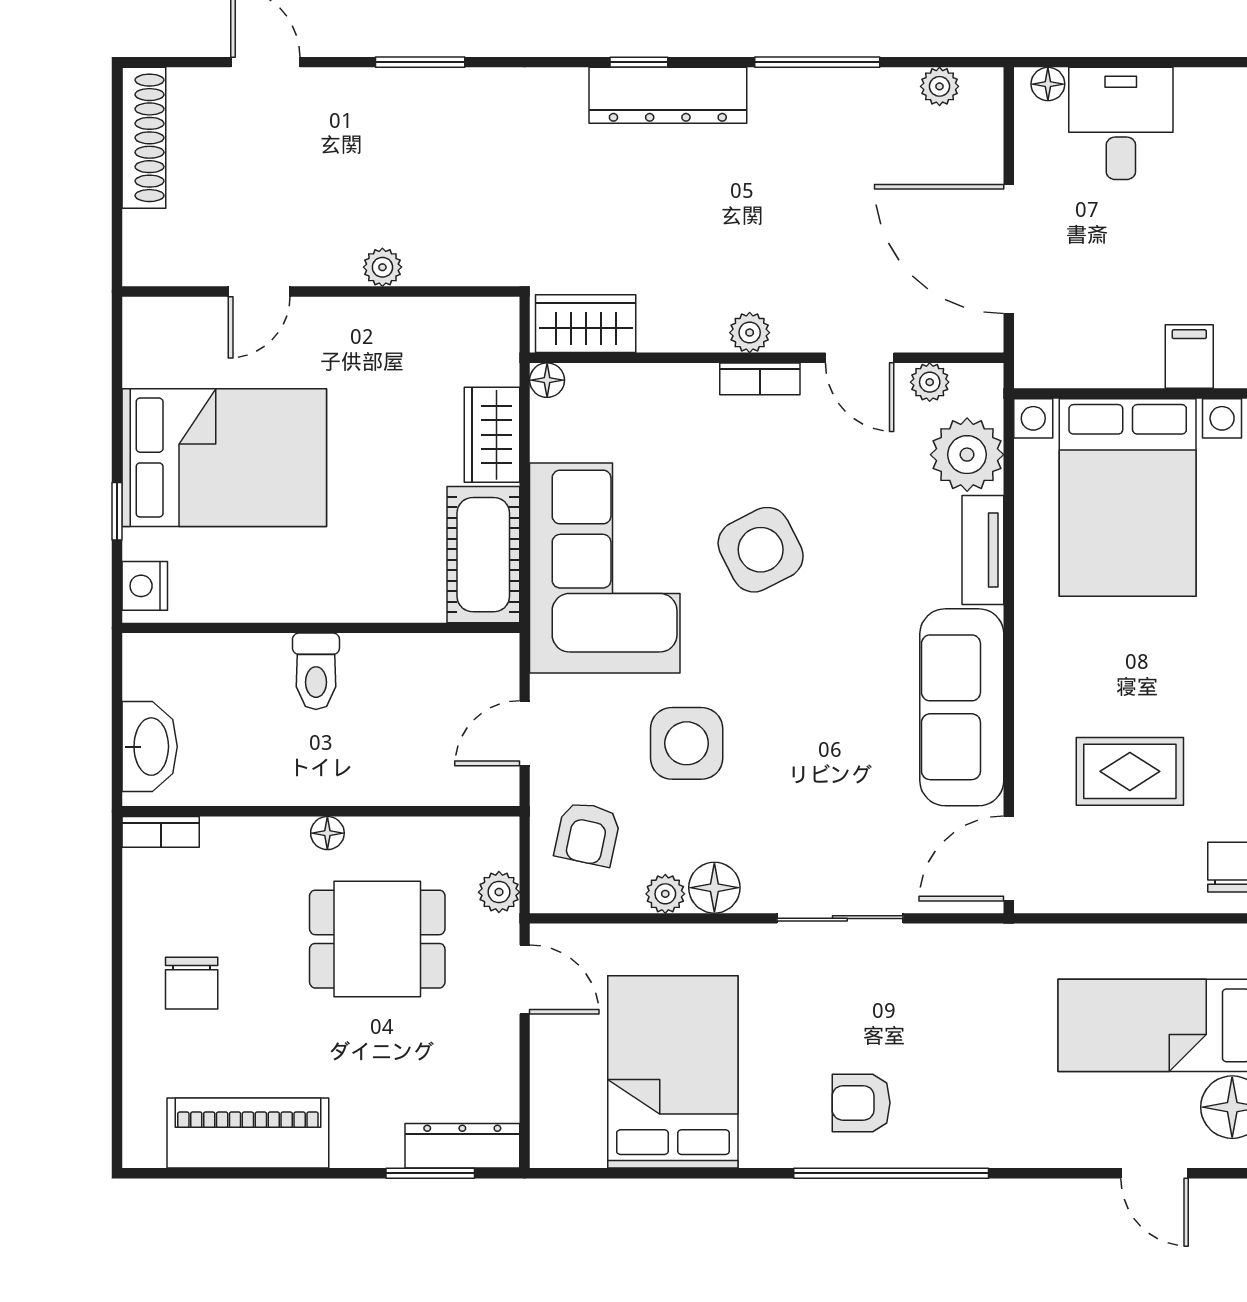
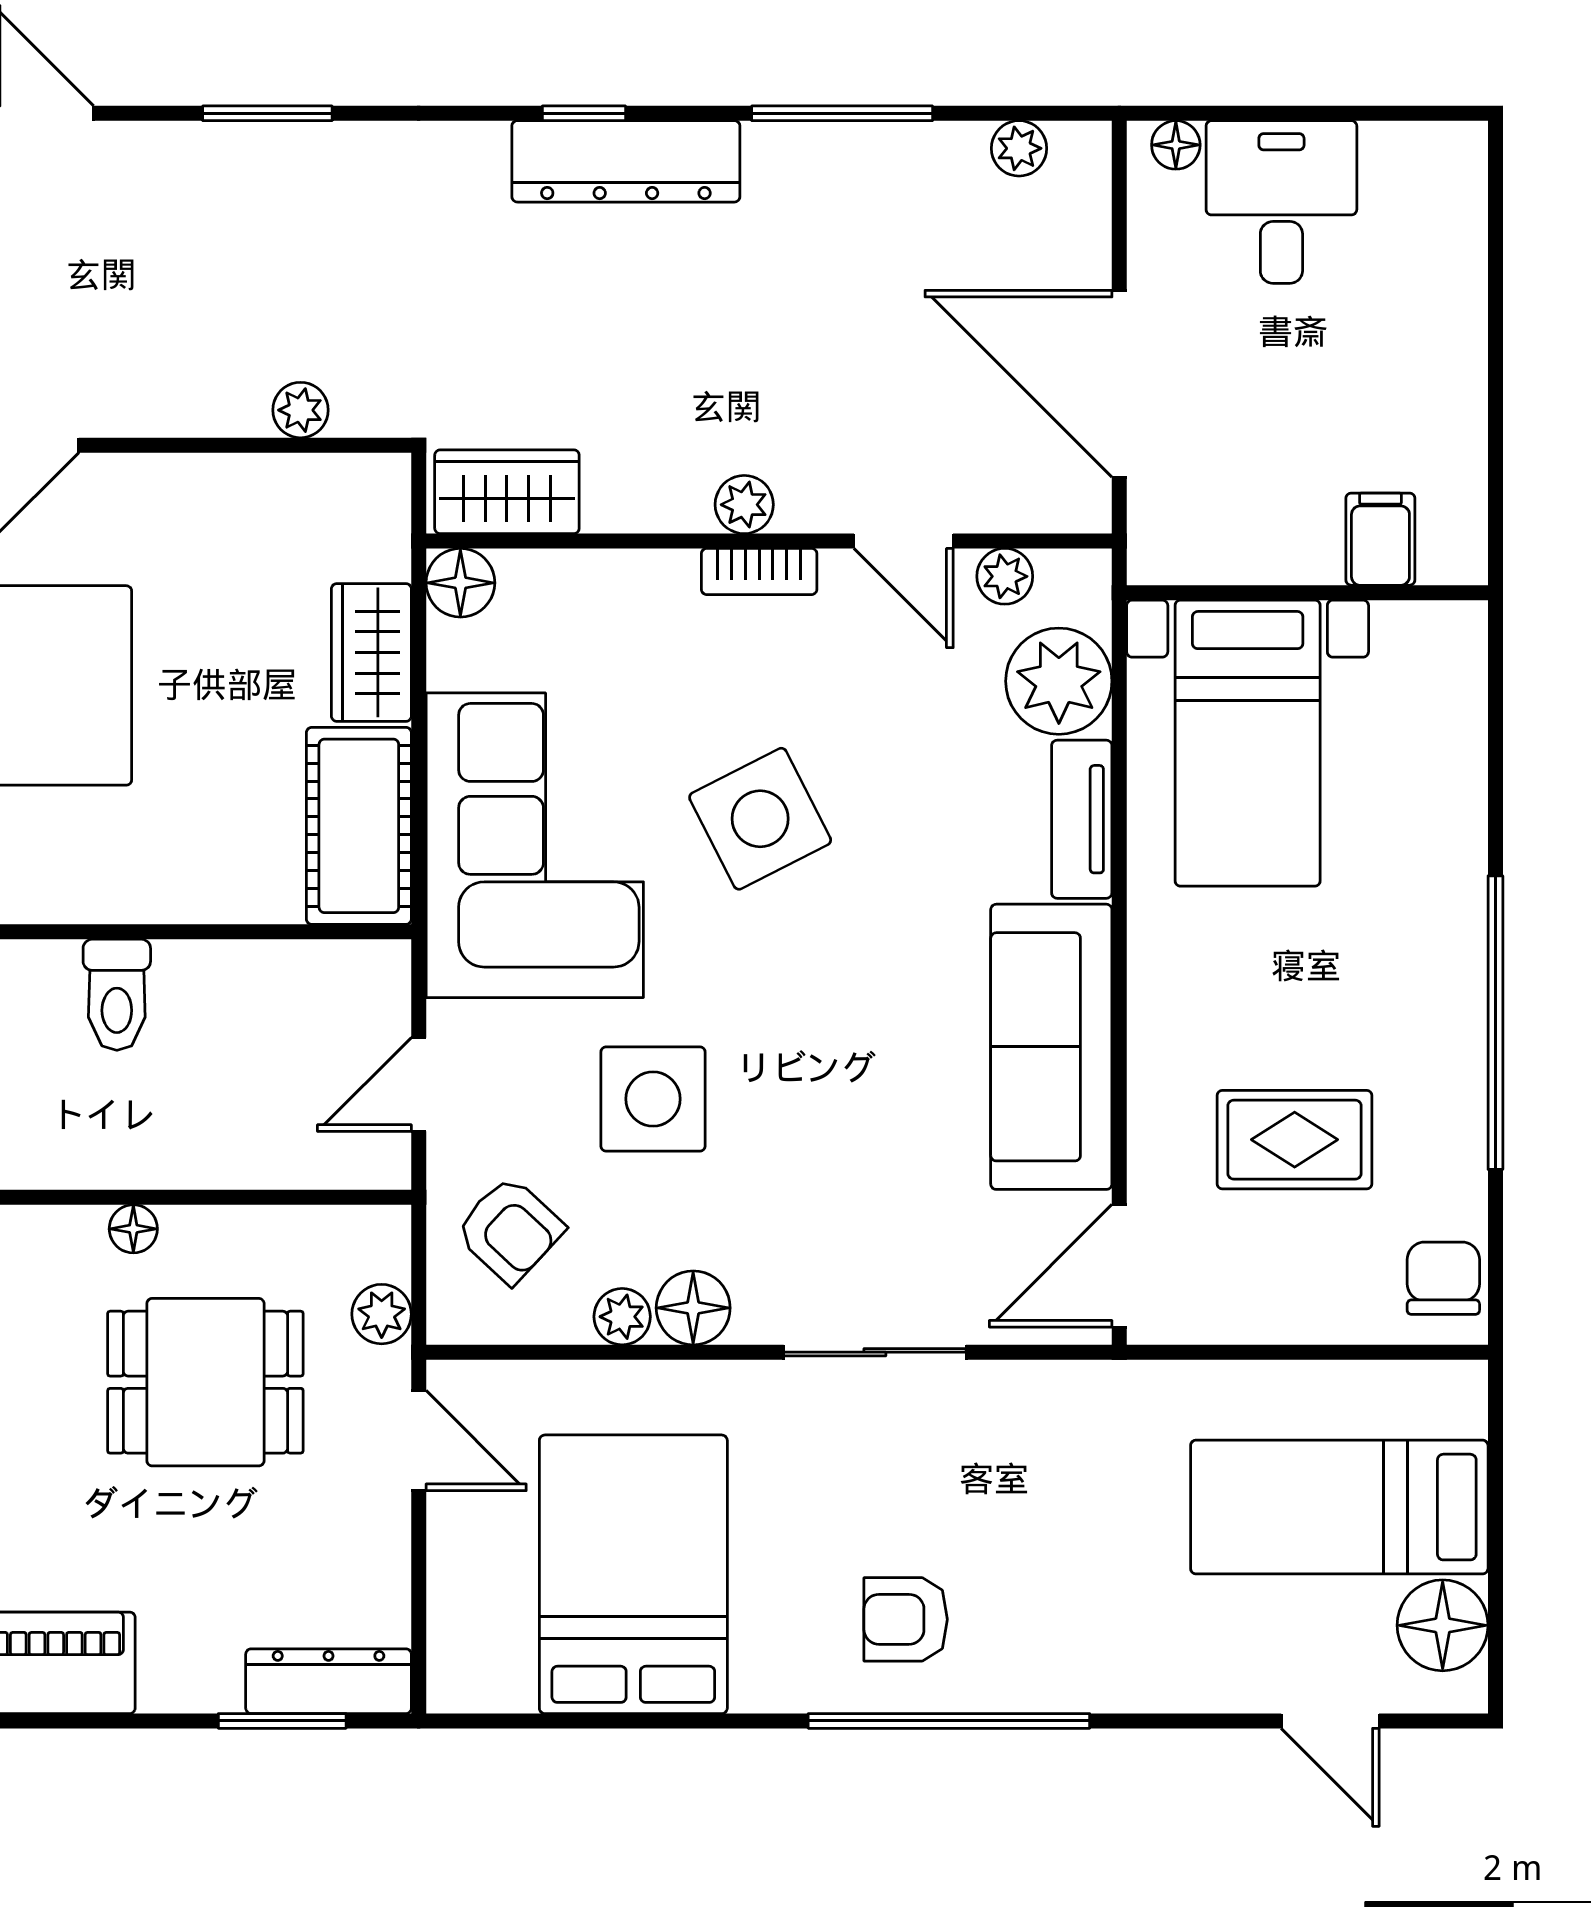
plant: (382, 267) -> (300, 410), moved
floor lamp: (547, 380) -> (460, 583), width x1.37, depth x1.37
bed with nightstands: (1128, 497) -> (1248, 743), width x0.73
armchair: (588, 834) -> (510, 1230), turned -59

